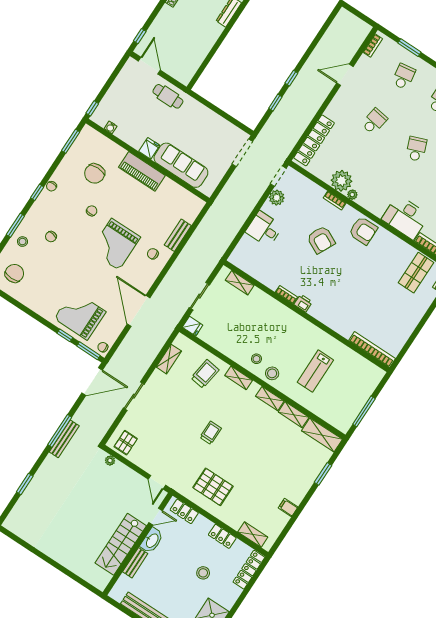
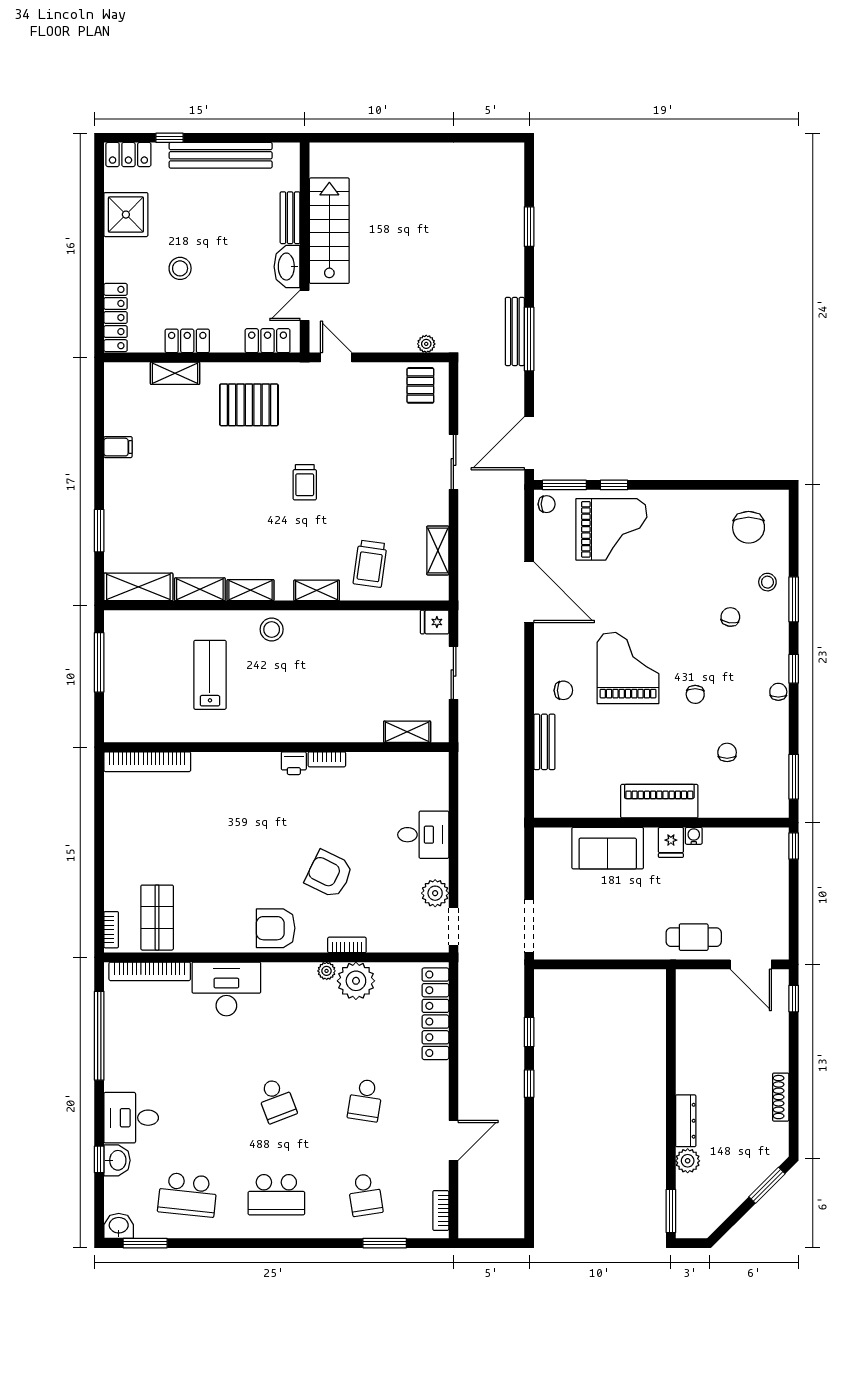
water cooler: (111, 127) -> (694, 836), moved
sofa: (181, 165) -> (608, 848), width x0.73
chair: (95, 173) -> (727, 752), width x0.54, depth x0.54
stool: (256, 359) -> (309, 636), removed
shelving: (253, 534) -> (175, 373), moved

